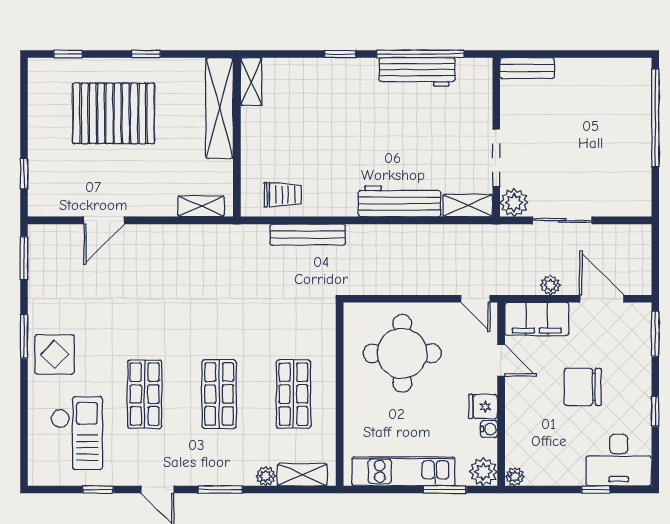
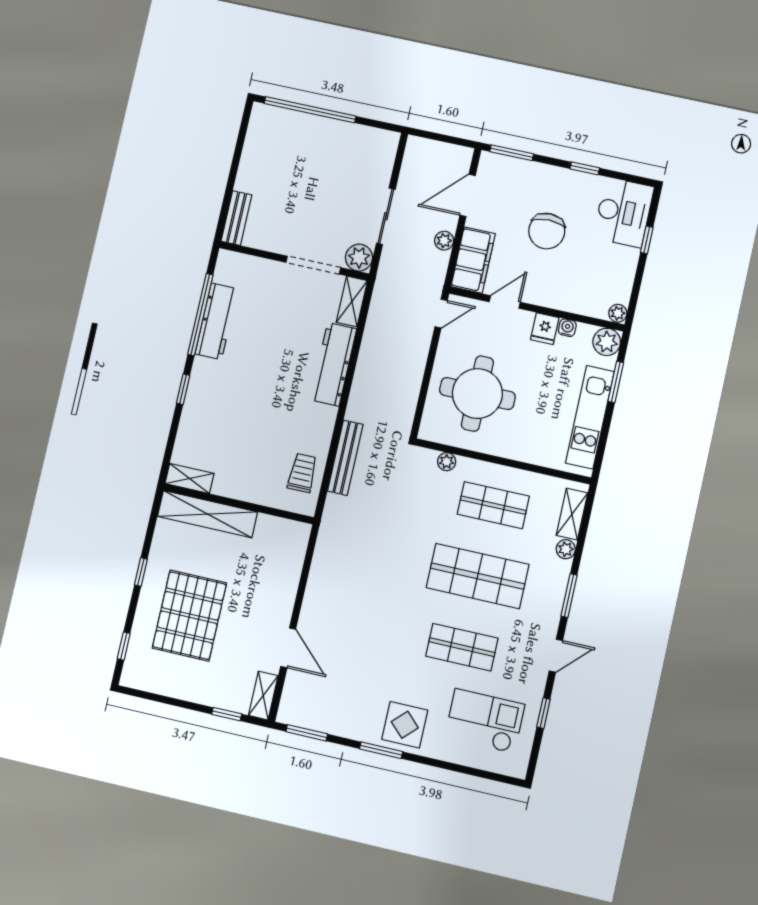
shelving: (201, 206) -> (263, 696), moved
plant: (327, 338) -> (447, 462), added
shop shelf: (219, 394) -> (478, 576), width x1.43, depth x1.36

